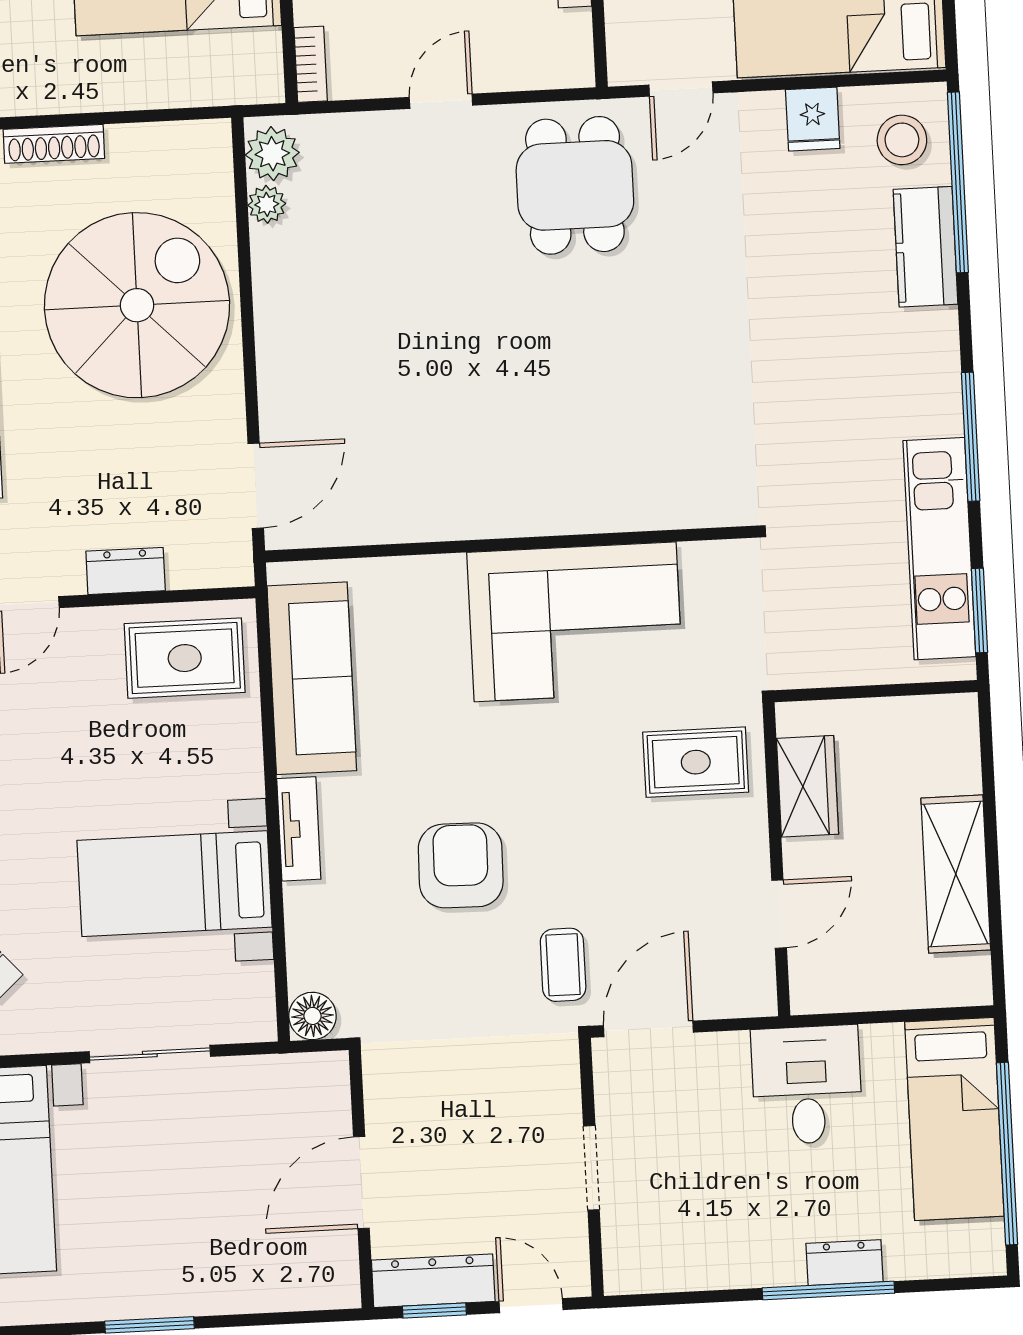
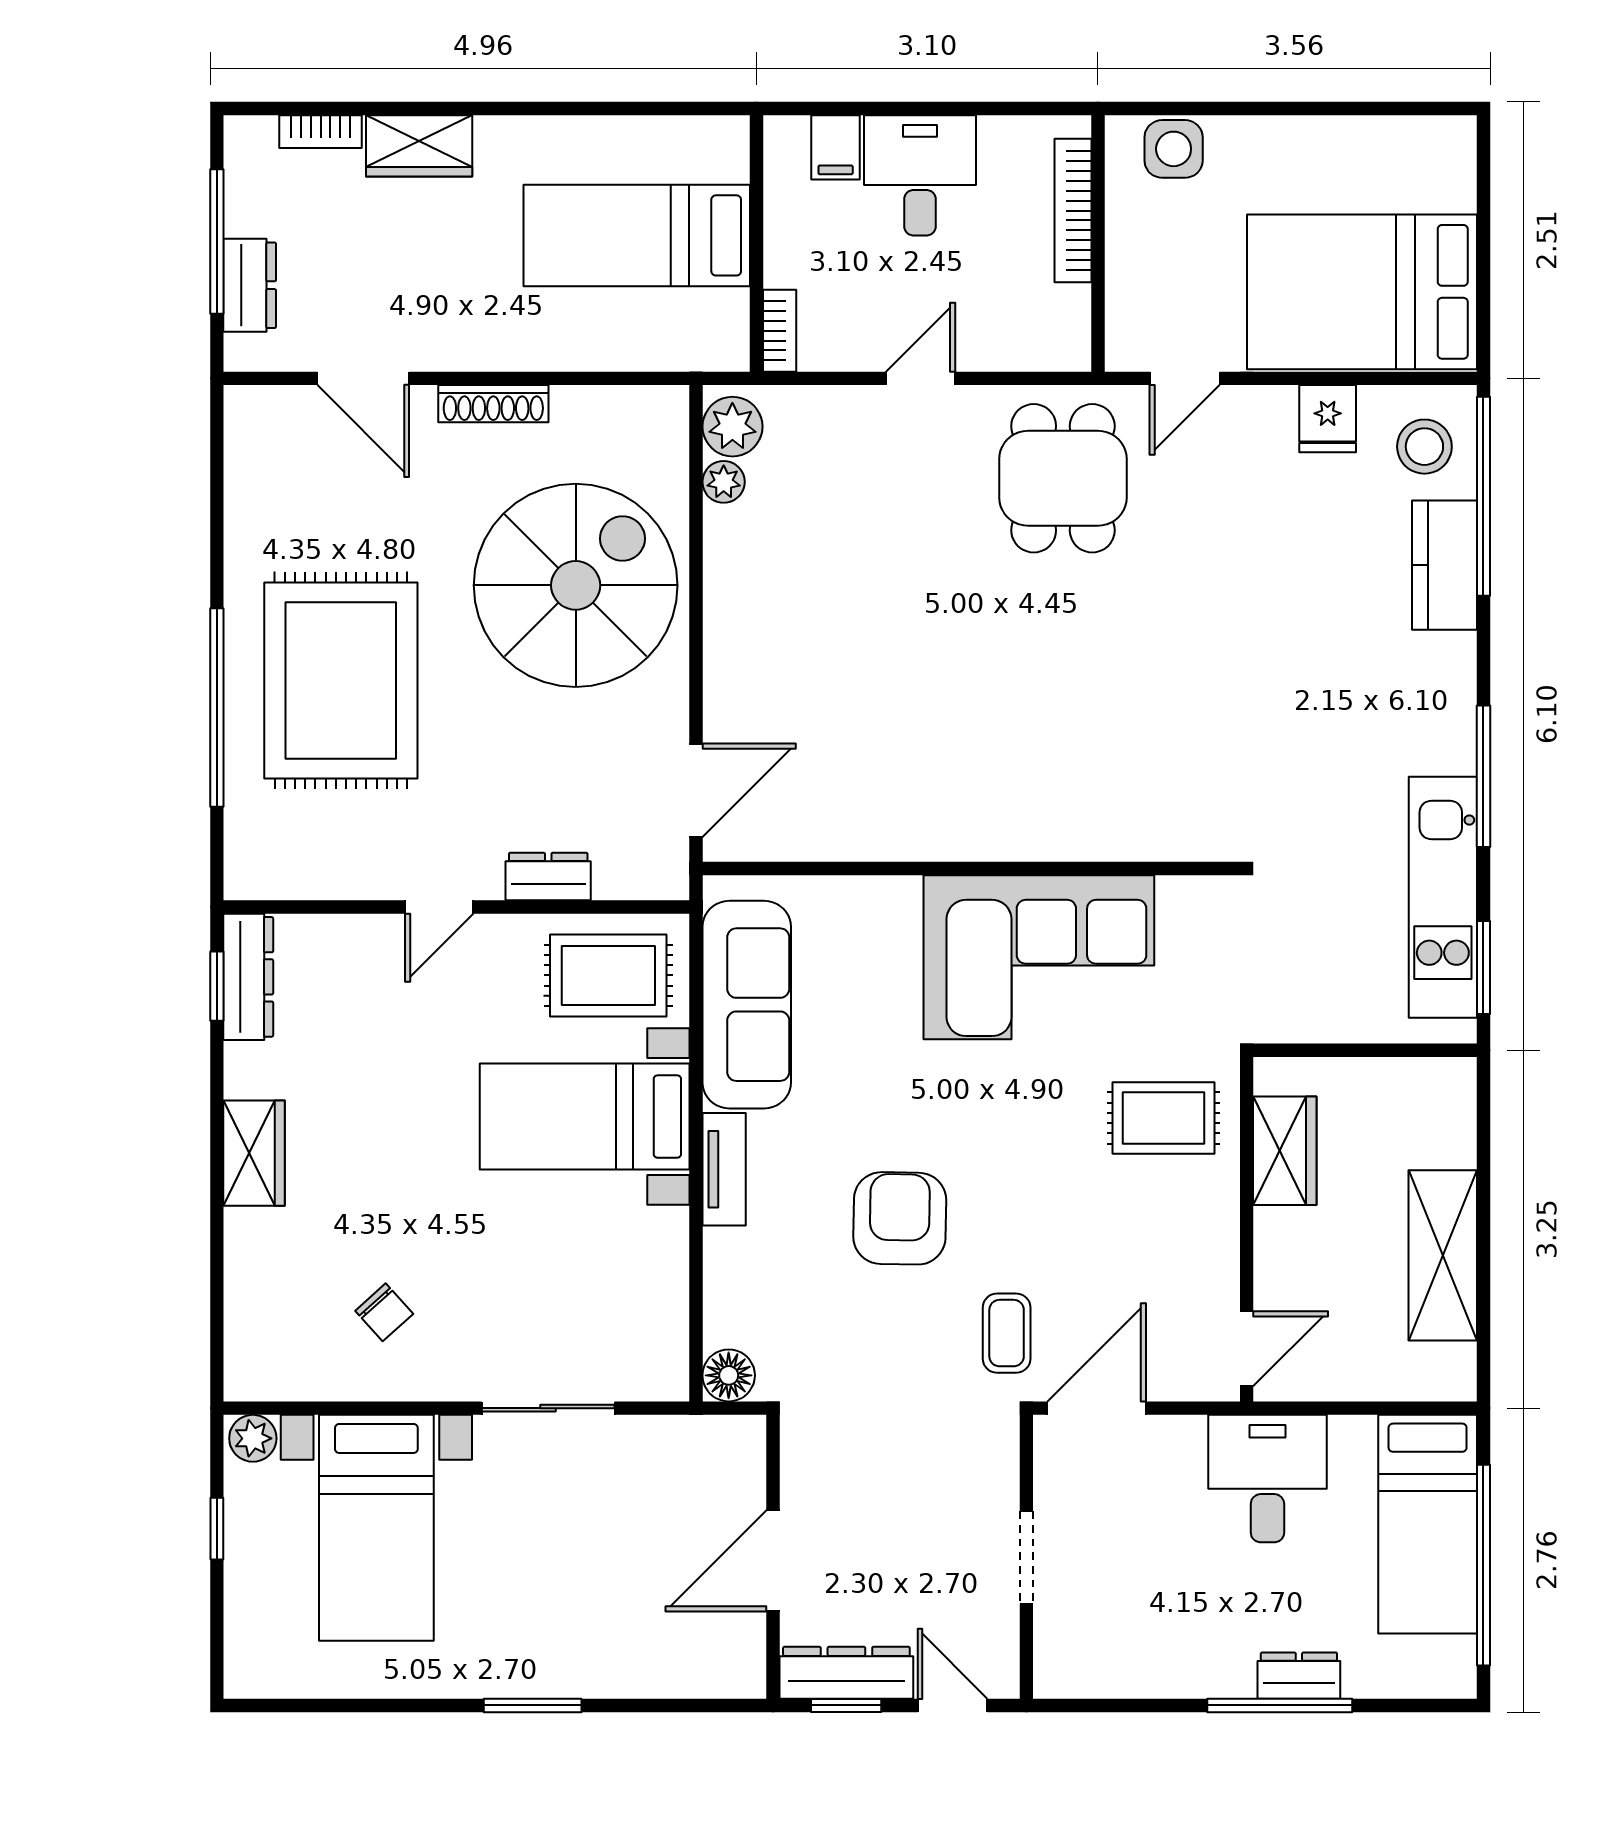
bed with nightstands: (175, 884) -> (585, 1117), moved
door: (779, 914) -> (1247, 1349), moved

